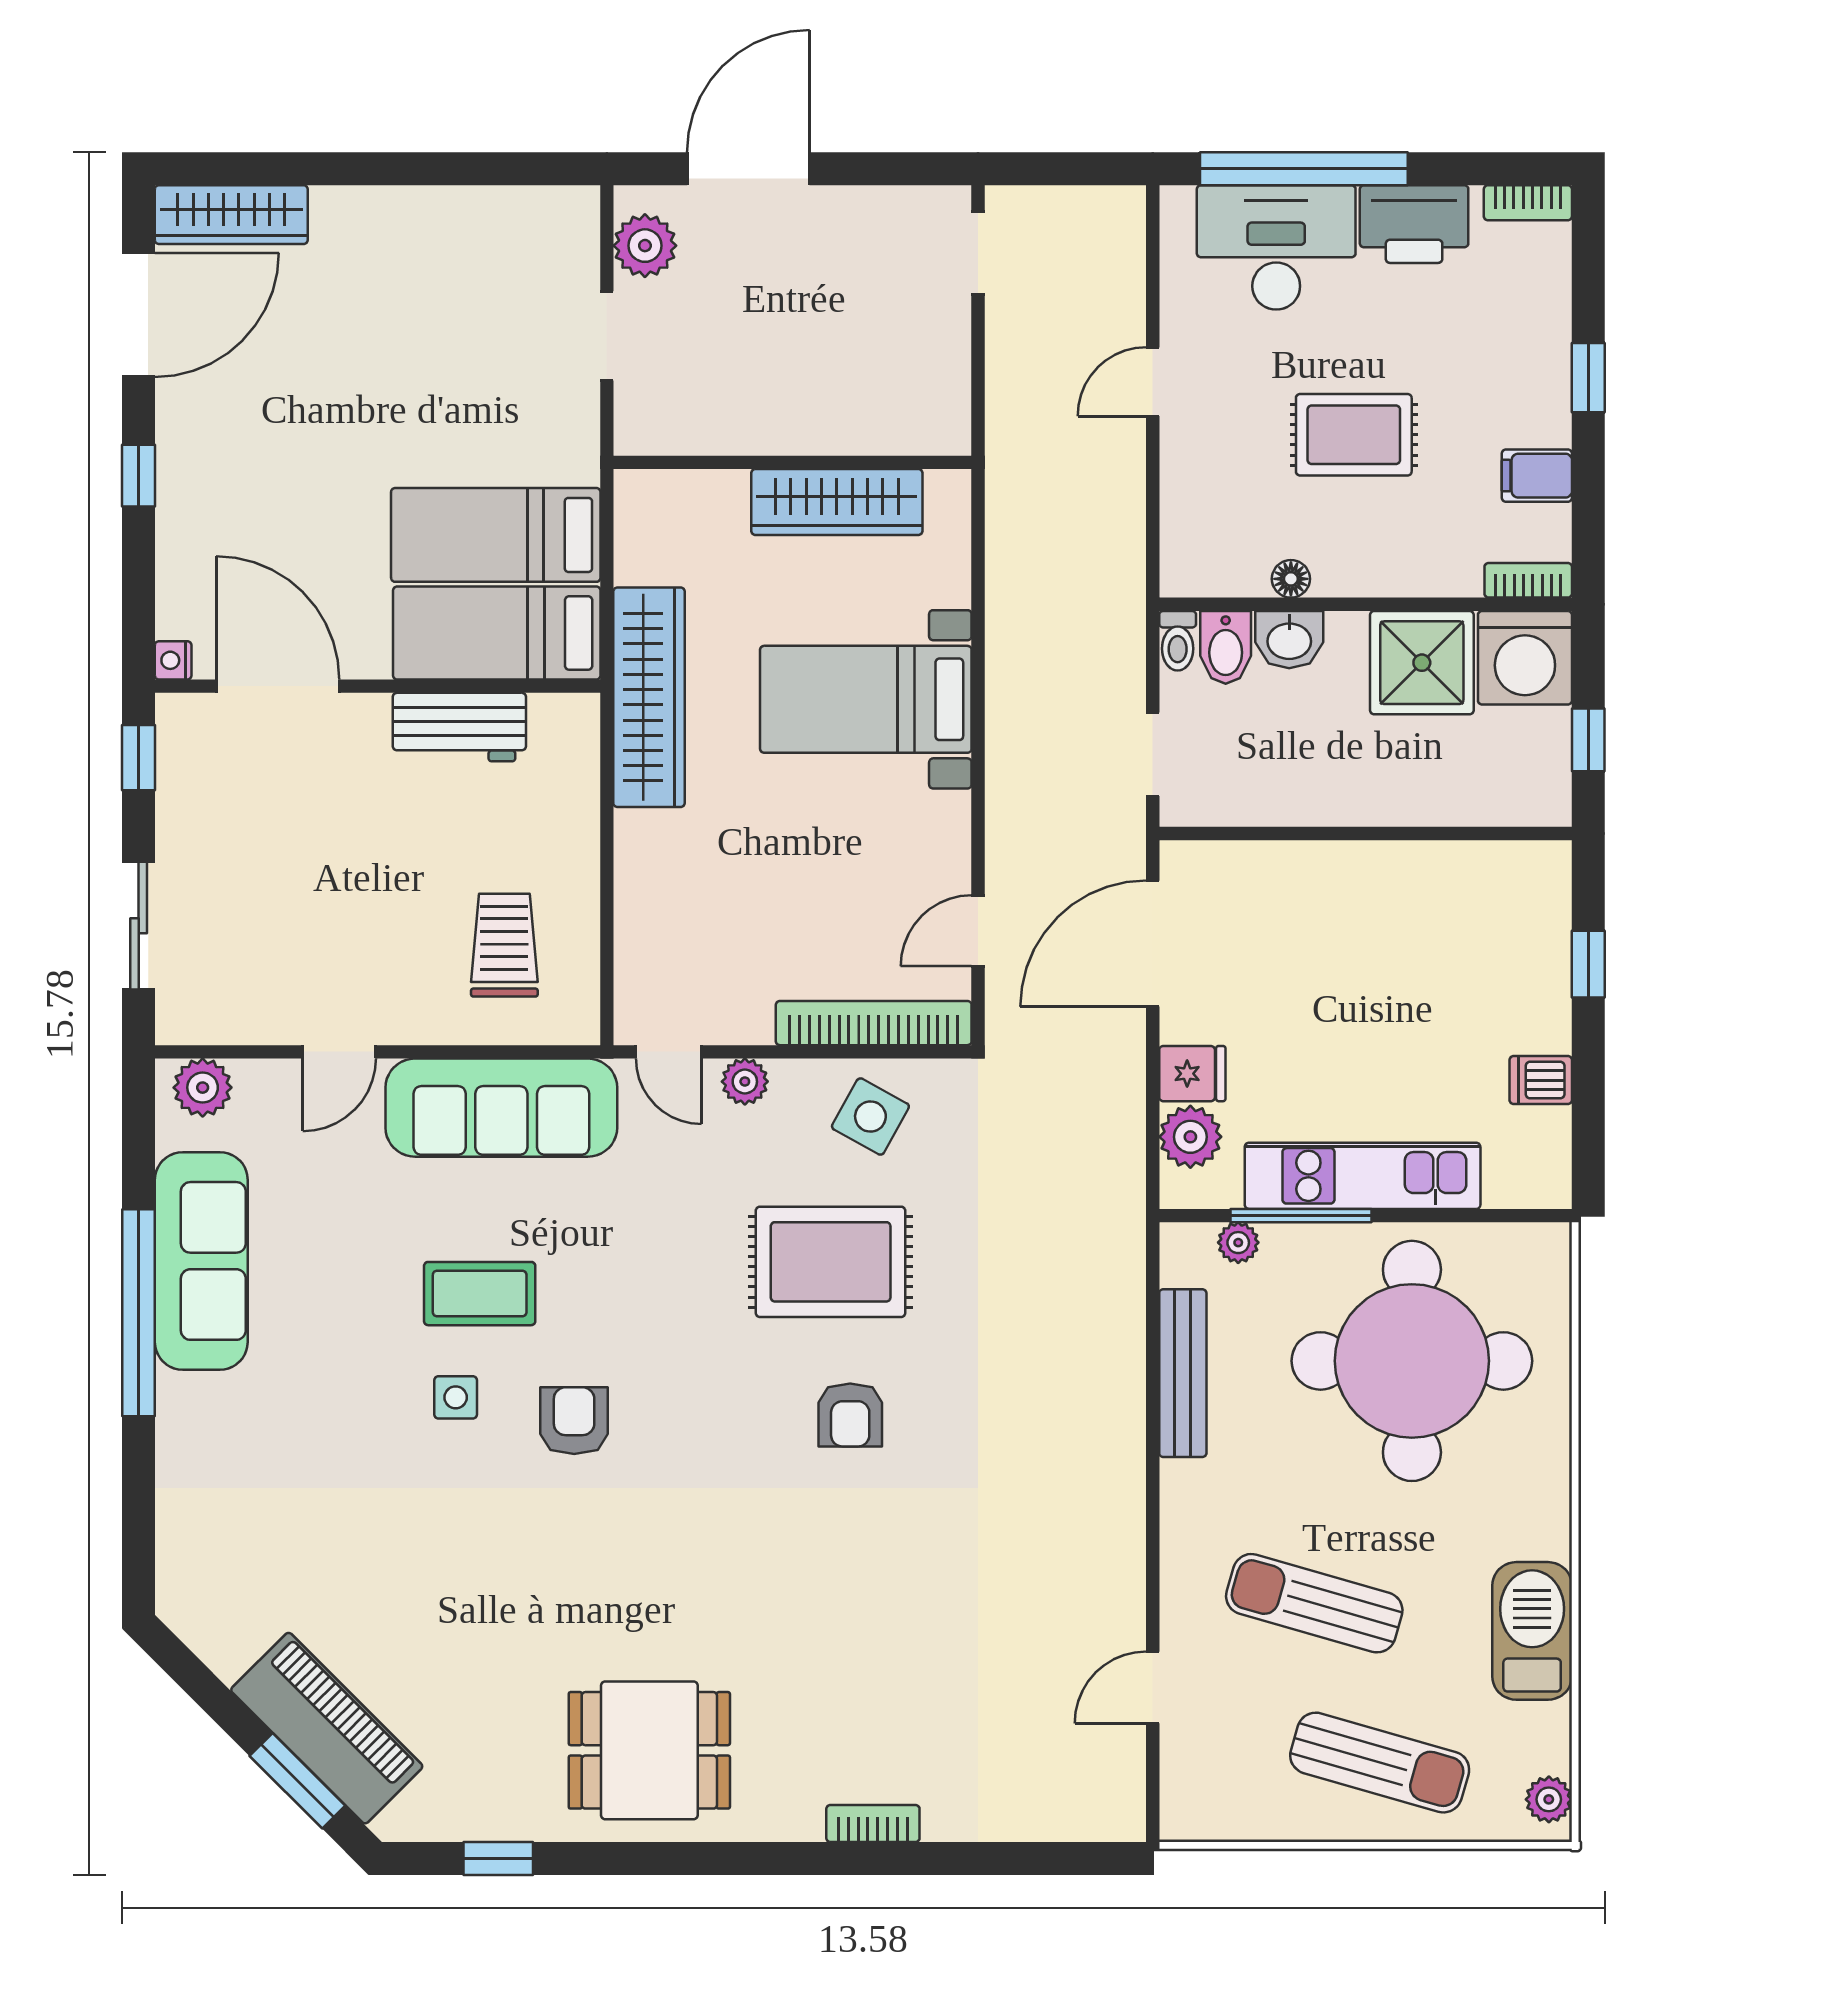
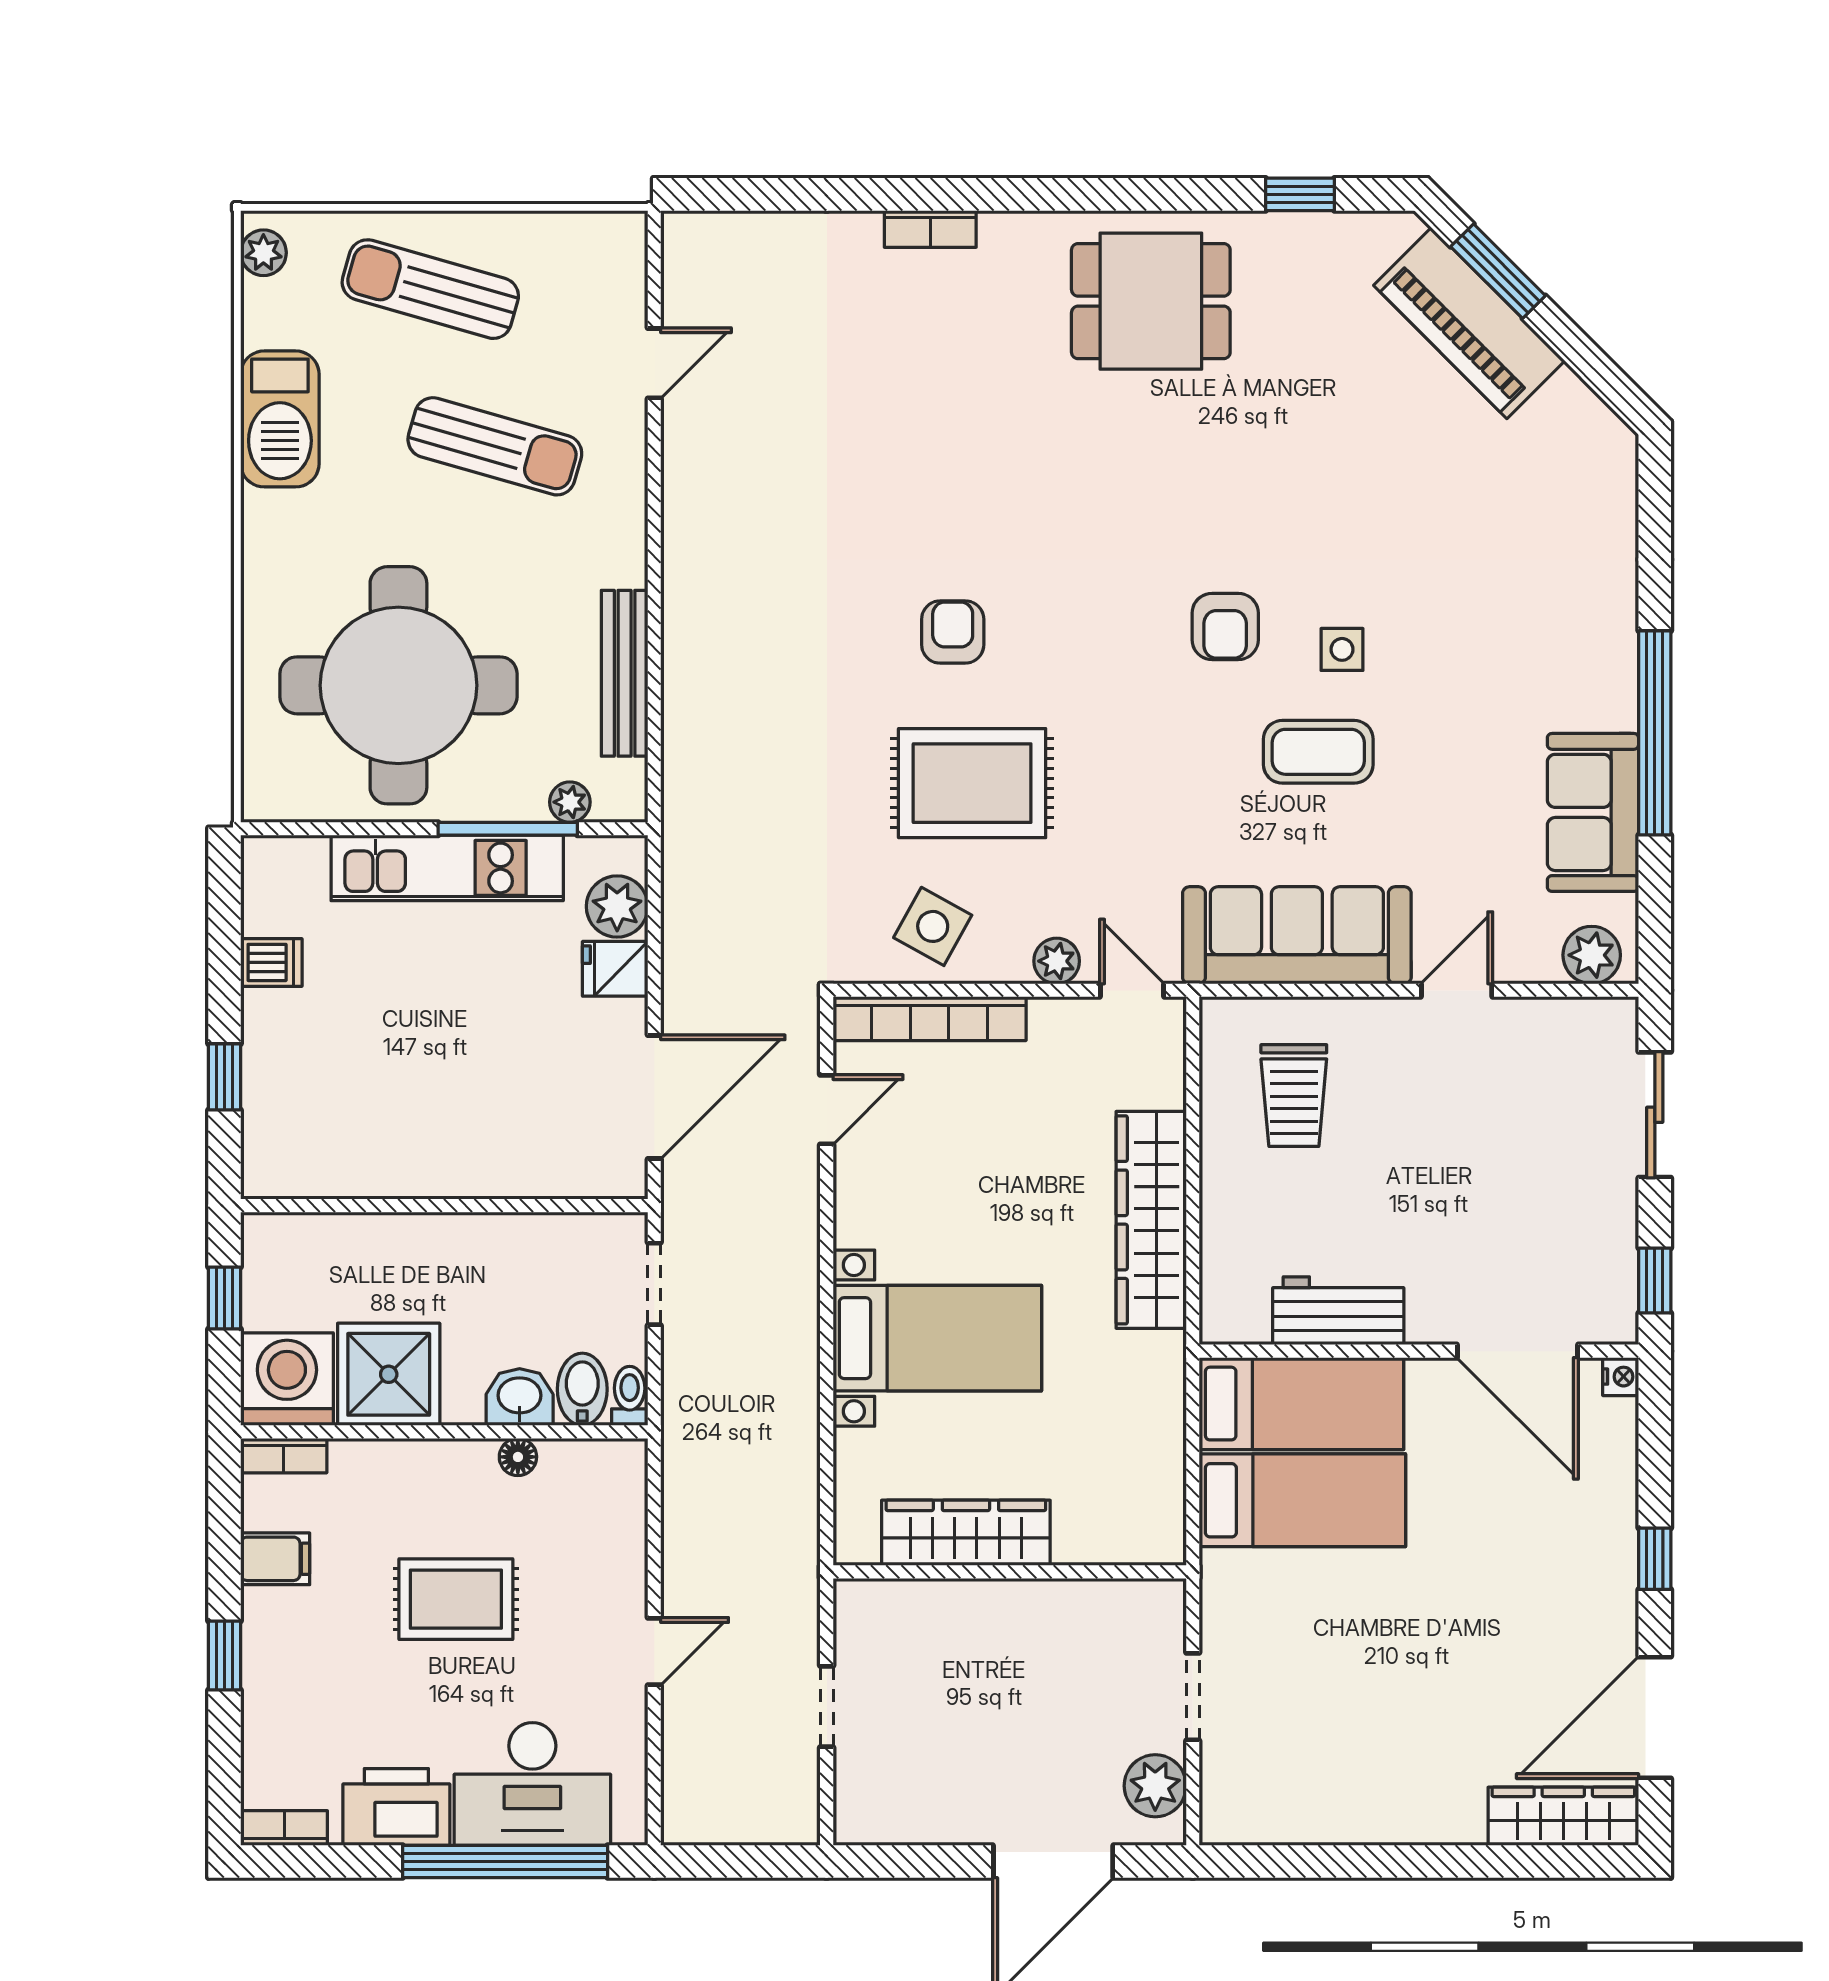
doorway: (978, 253) -> (827, 1707), moved
wardrobe: (649, 697) -> (1151, 1220), moved
sofa: (201, 1261) -> (1593, 812), width x0.73

